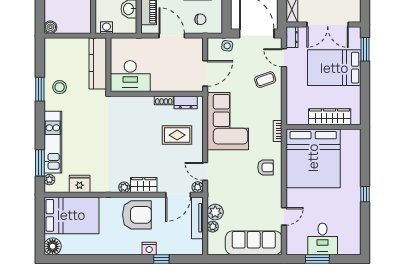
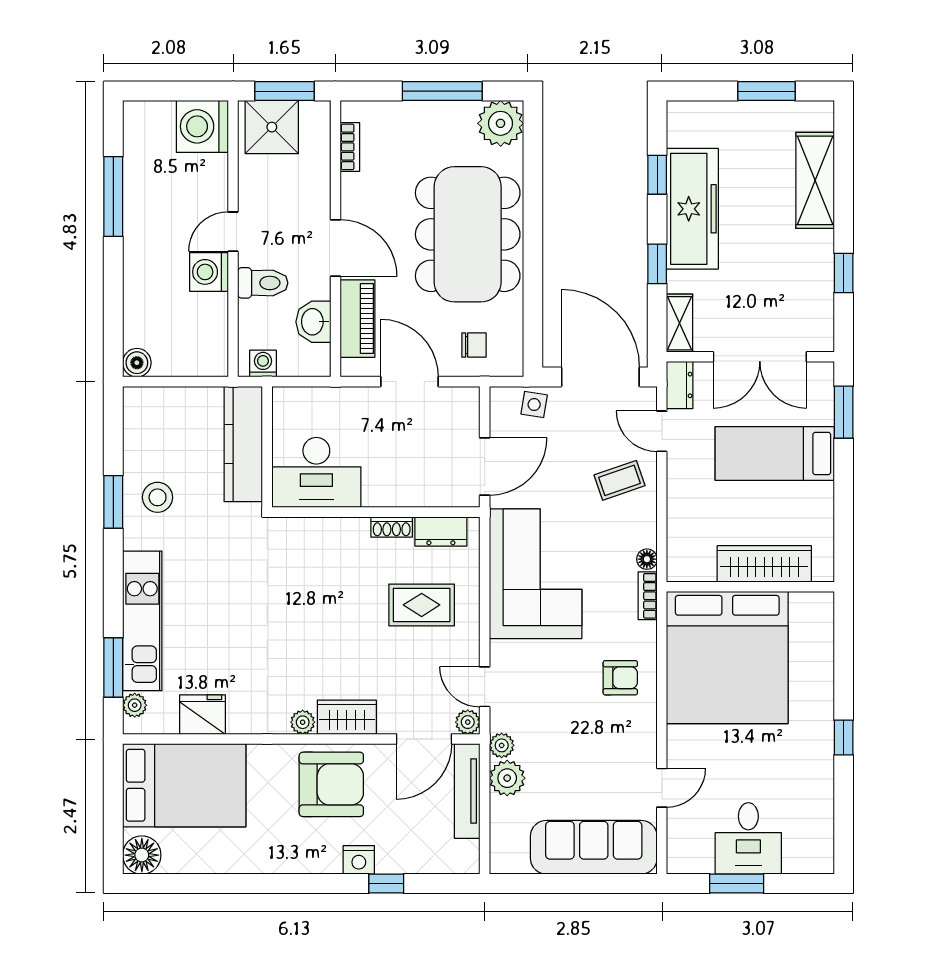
bed: (334, 68) -> (775, 454), width x0.67
floor lamp: (277, 115) -> (647, 559), added
plant: (213, 227) -> (502, 745), moved

